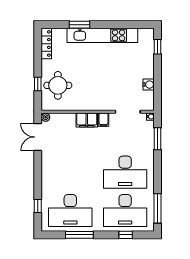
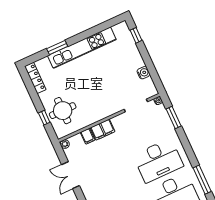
filing cabinet: (103, 120) -> (88, 136), moved
double door: (38, 137) -> (71, 175), moved

